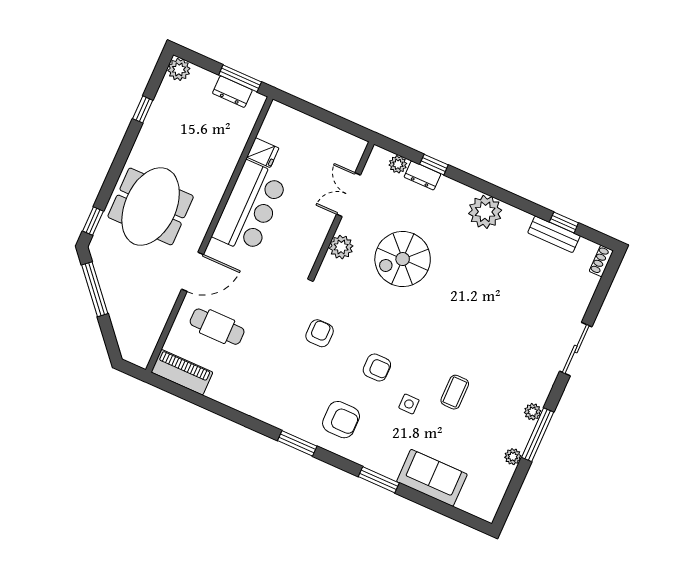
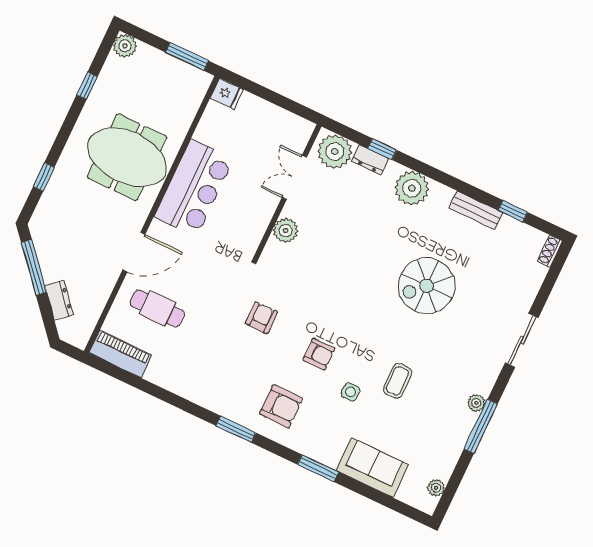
dresser: (232, 92) -> (59, 300), moved, turned -131
fridge: (263, 153) -> (227, 94), moved
plant: (398, 164) -> (335, 152), width x1.88, depth x1.88
meeting table: (151, 206) -> (127, 157), moved, turned 90
plant: (485, 212) -> (412, 188), moved
window: (93, 221) -> (44, 177), moved
bench: (554, 234) -> (476, 210), moved
spiral stairs: (403, 259) -> (427, 286), moved
plant: (513, 457) -> (436, 488), moved

